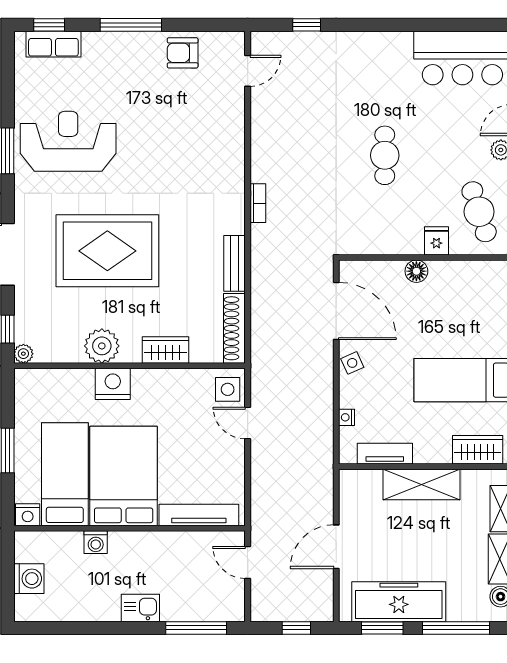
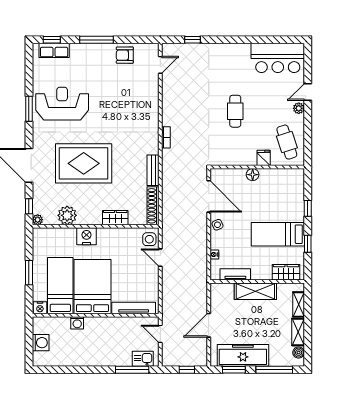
plant: (102, 346) -> (67, 215), moved
kitchen sink: (140, 608) -> (143, 359), moved

